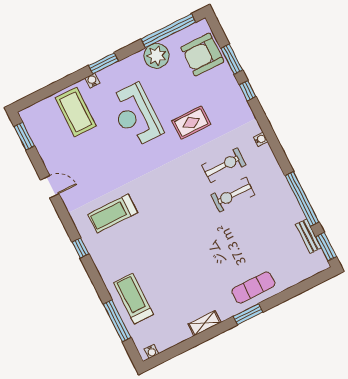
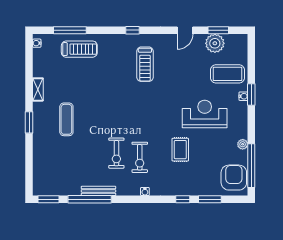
armchair: (202, 55) -> (234, 178), moved
plant: (156, 56) -> (243, 144), width x0.53, depth x0.53
window: (104, 63) -> (251, 95), moved
window: (24, 136) -> (218, 30), moved
plant: (47, 145) -> (215, 43), added
exercise bike: (233, 195) -> (116, 153), turned 180
treadmill: (113, 213) -> (145, 64), turned 180
bench: (308, 236) -> (98, 191), moved, width x1.36
exercise mat: (253, 287) -> (66, 119), moved

